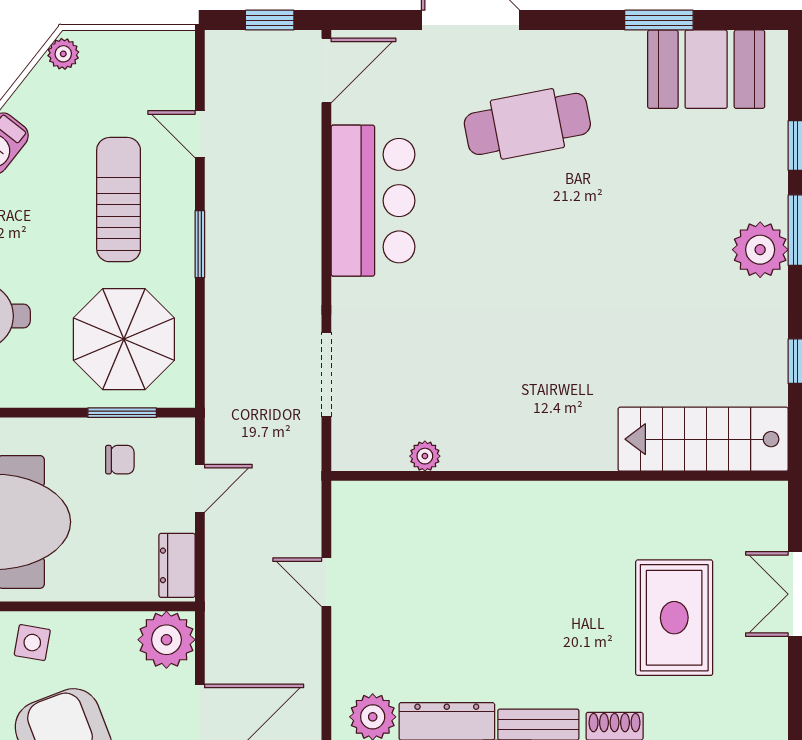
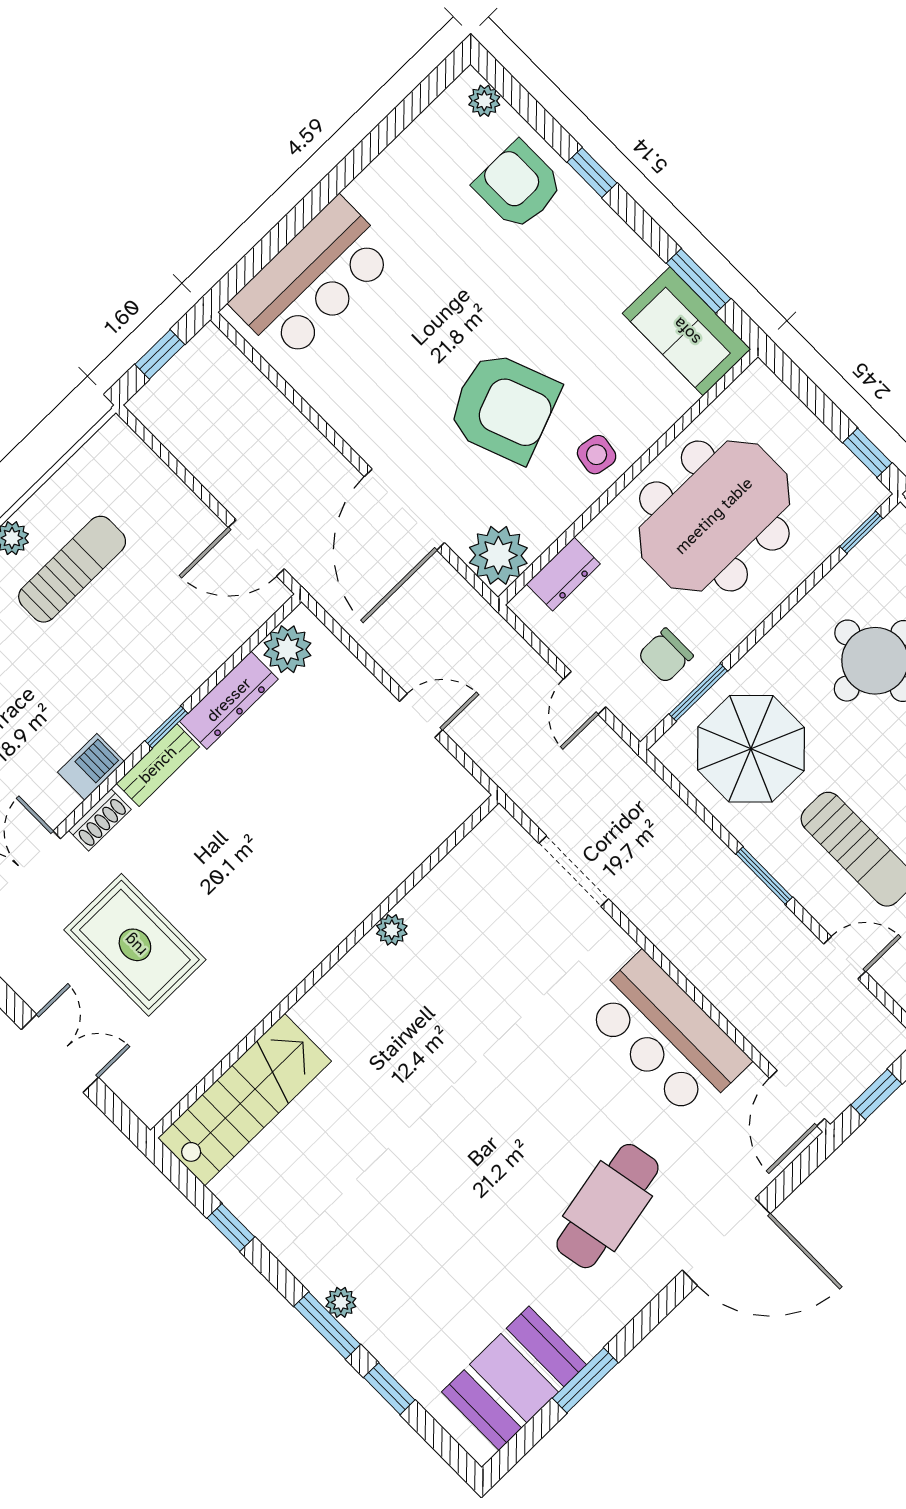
plant: (760, 250) -> (341, 1302), width x0.53, depth x0.53
plant: (425, 456) -> (392, 930), moved
chair: (120, 460) -> (665, 656), width x1.37, depth x1.37
dresser: (177, 565) -> (563, 574), moved, turned 90

